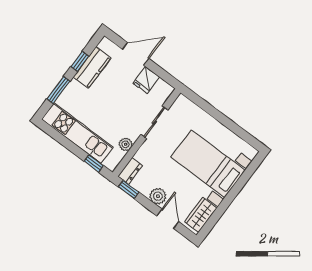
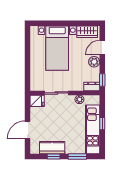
door: (136, 54) -> (28, 130), hinge flipped
fridge: (146, 80) -> (37, 101), moved
window: (94, 163) -> (102, 124), moved

